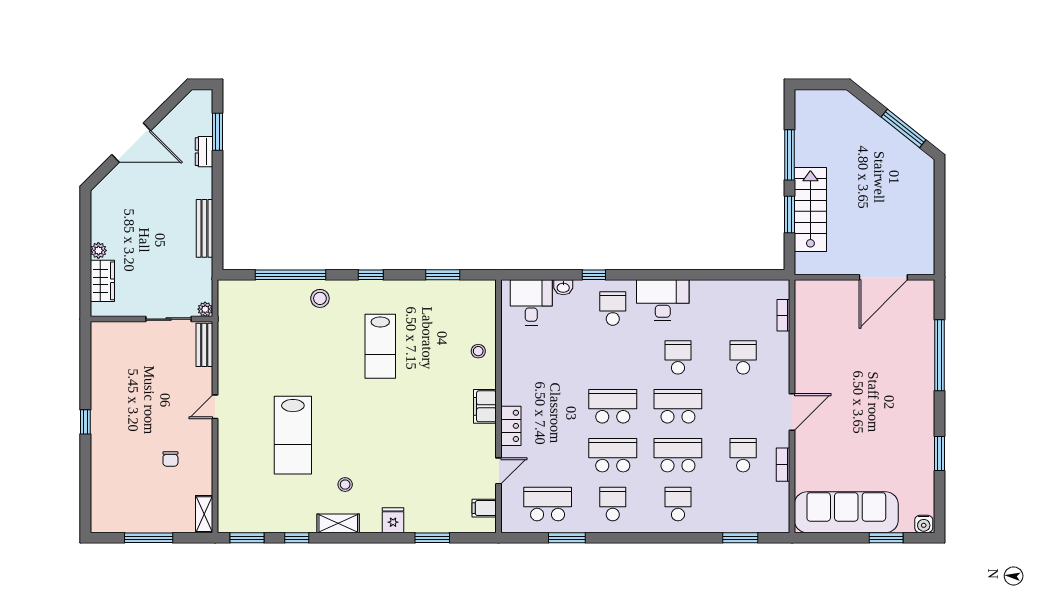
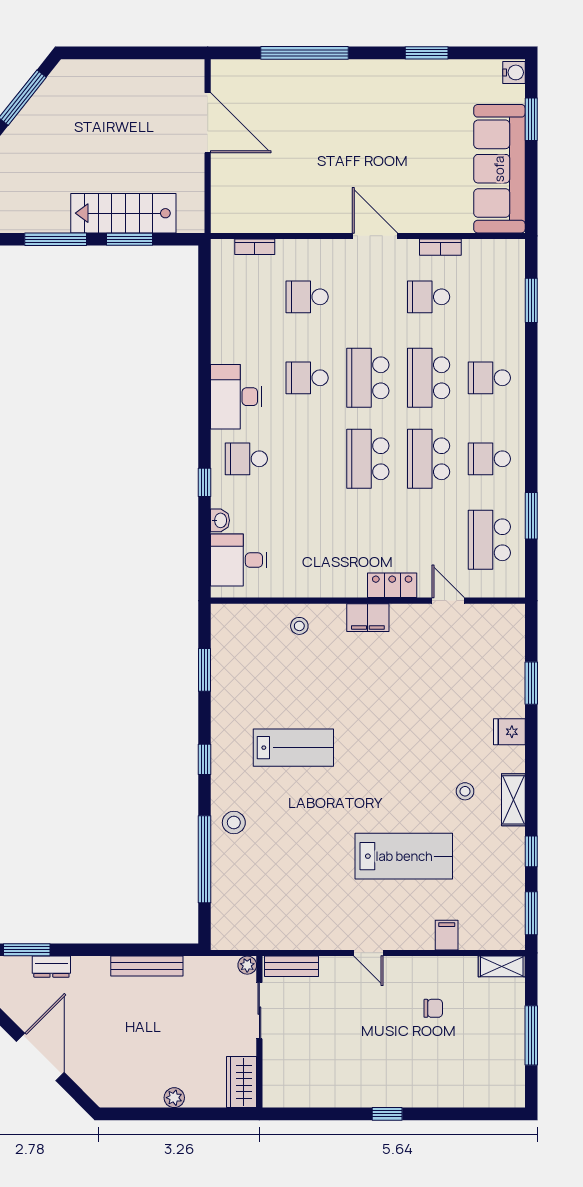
wardrobe: (102, 281) -> (242, 1082), moved, turned -90
filing cabinet: (484, 508) -> (447, 935), moved, turned 180

